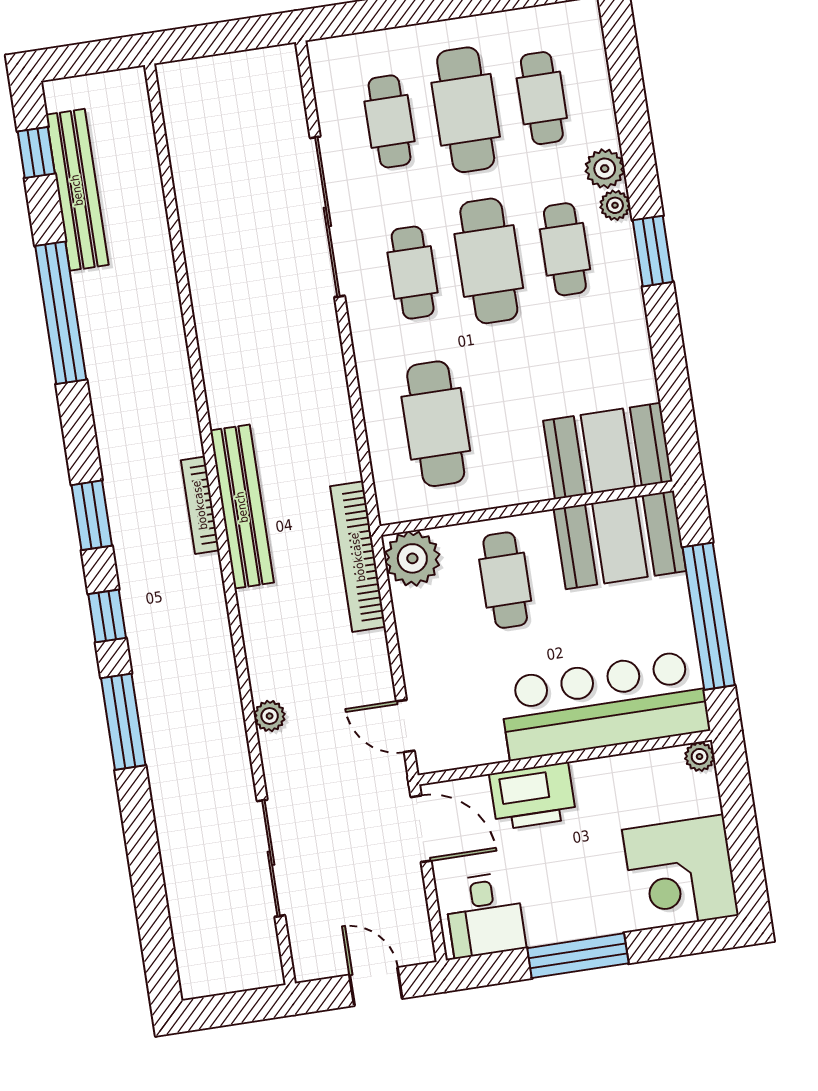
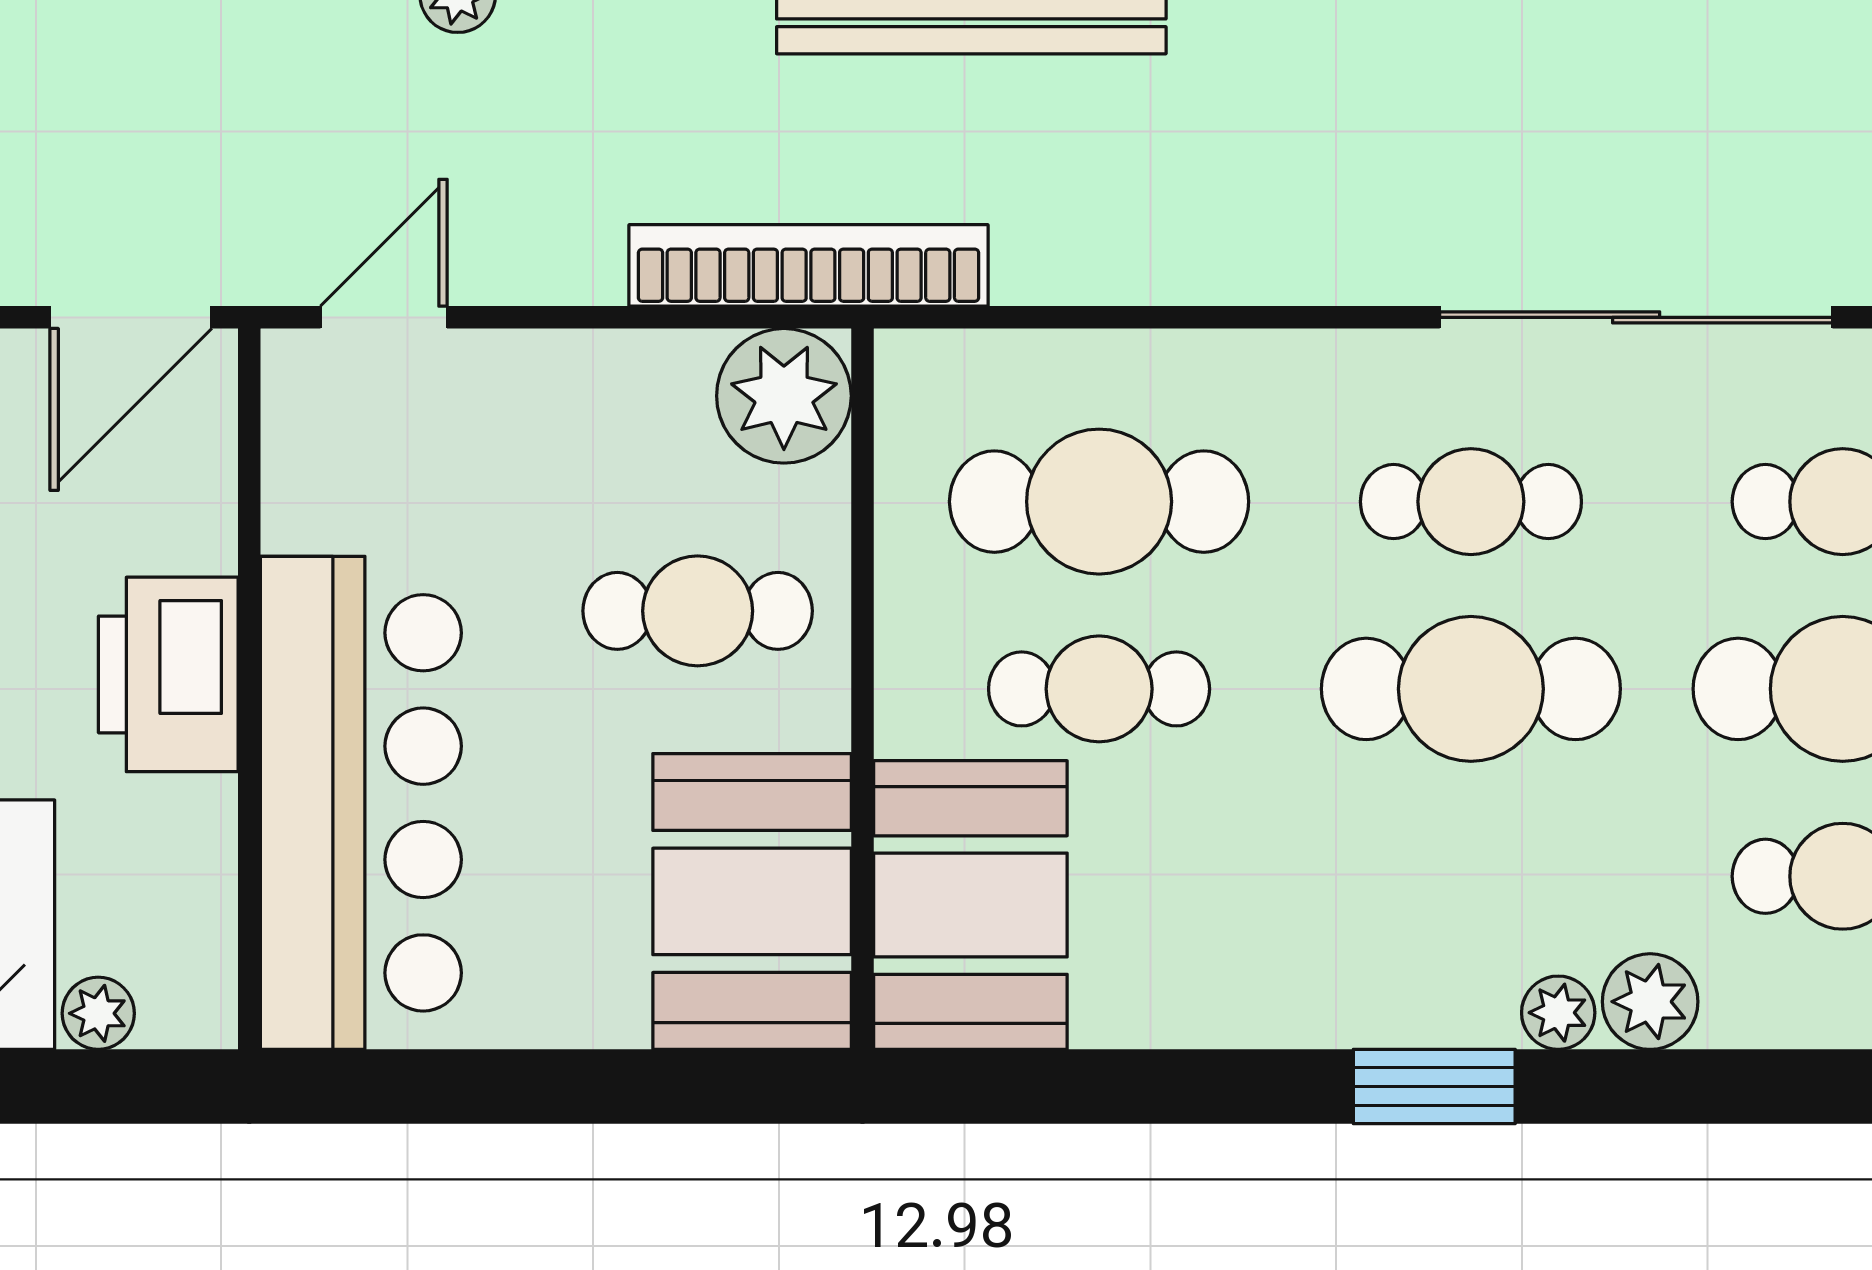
cafe table: (565, 249) -> (1099, 689), moved
window: (709, 616) -> (536, 1087), removed
plant: (700, 757) -> (98, 1013), moved
printer: (533, 796) -> (168, 674), moved

